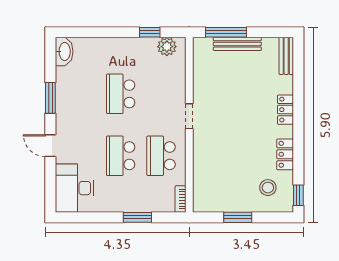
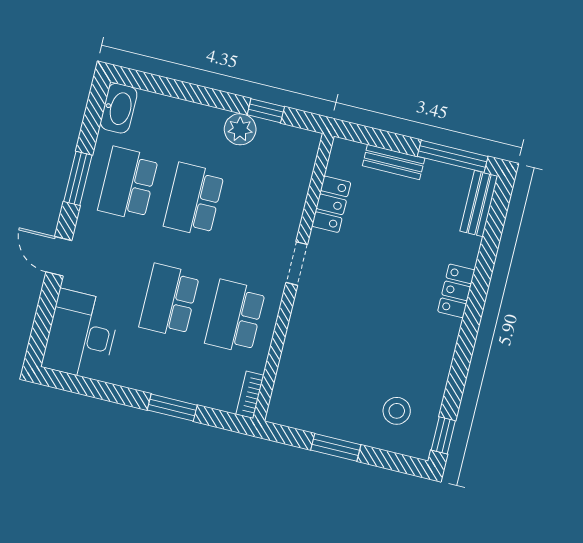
window: (226, 32) -> (453, 156), moved
bench: (237, 44) -> (394, 162), width x0.73
plant: (167, 47) -> (240, 129), moved
school desk: (80, 94) -> (128, 184), added
locker: (285, 154) -> (331, 204), moved, turned 180

